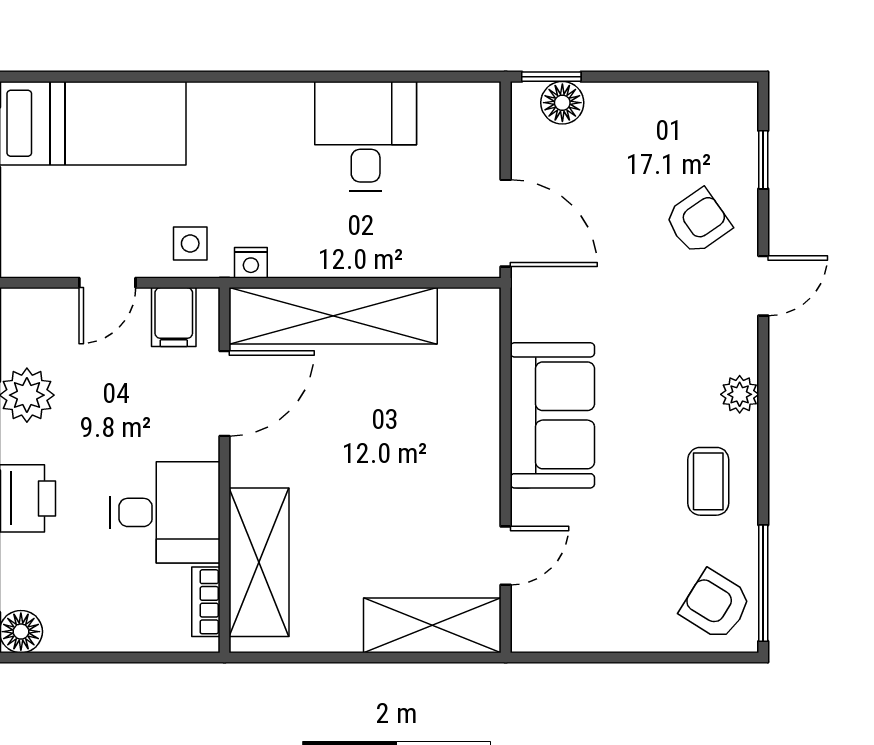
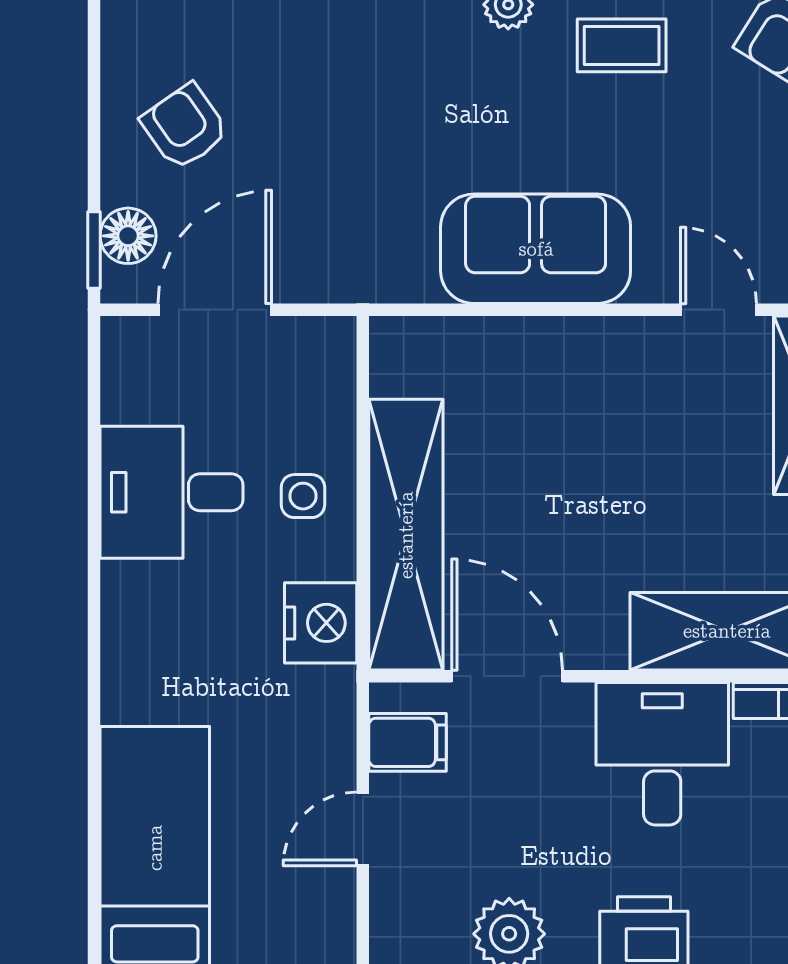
armchair: (698, 221) -> (185, 127), moved
door: (506, 223) -> (215, 310), moved
side table: (190, 243) -> (303, 496), moved
nightstand: (251, 263) -> (321, 623), width x1.89, depth x1.79
door: (107, 283) -> (363, 829), swing flipped

